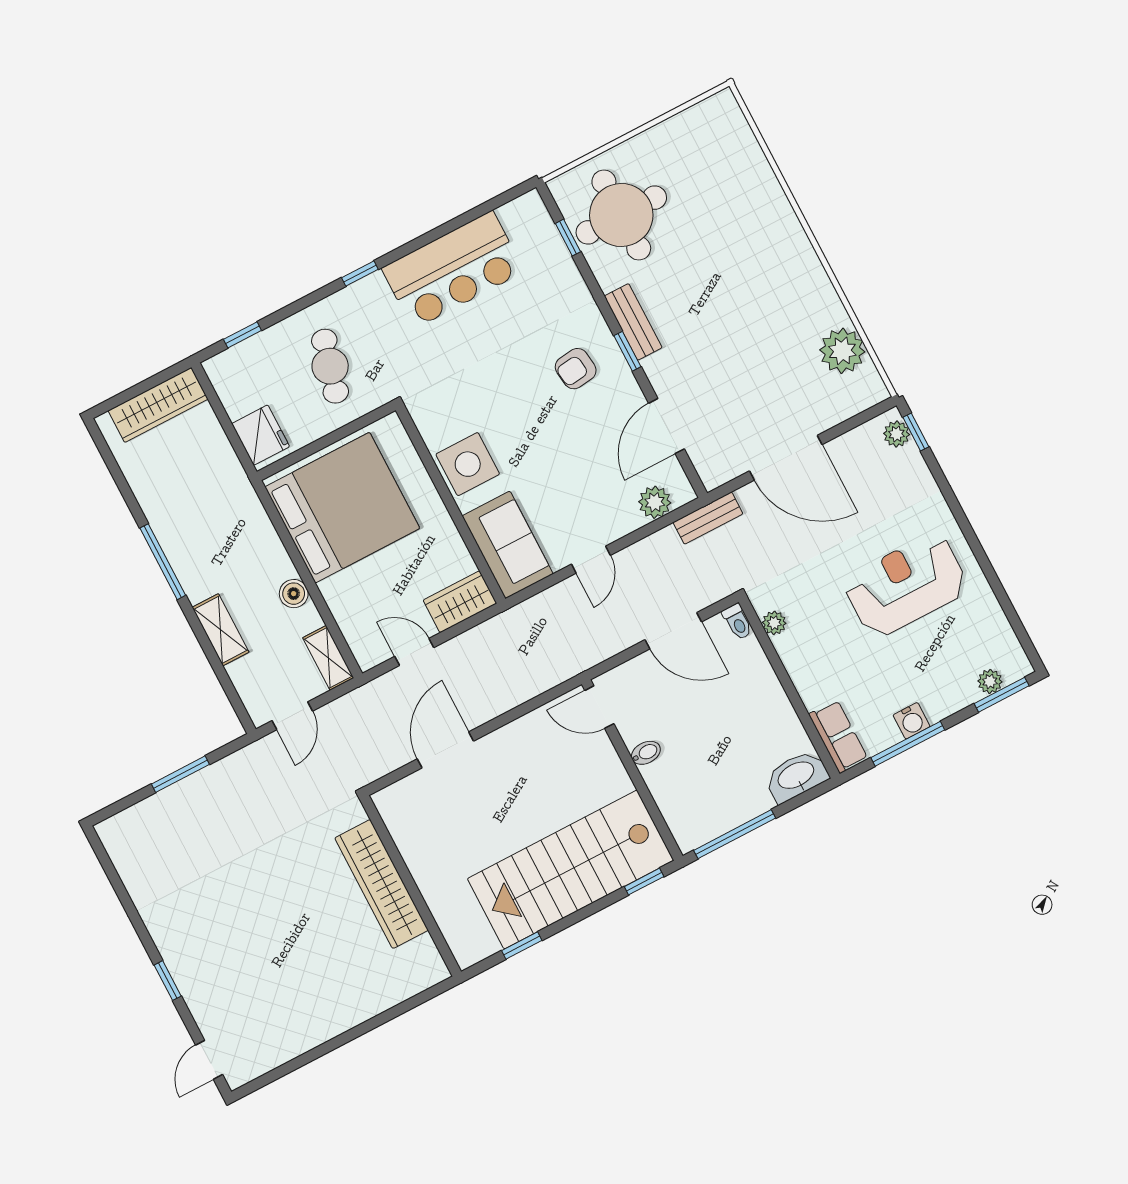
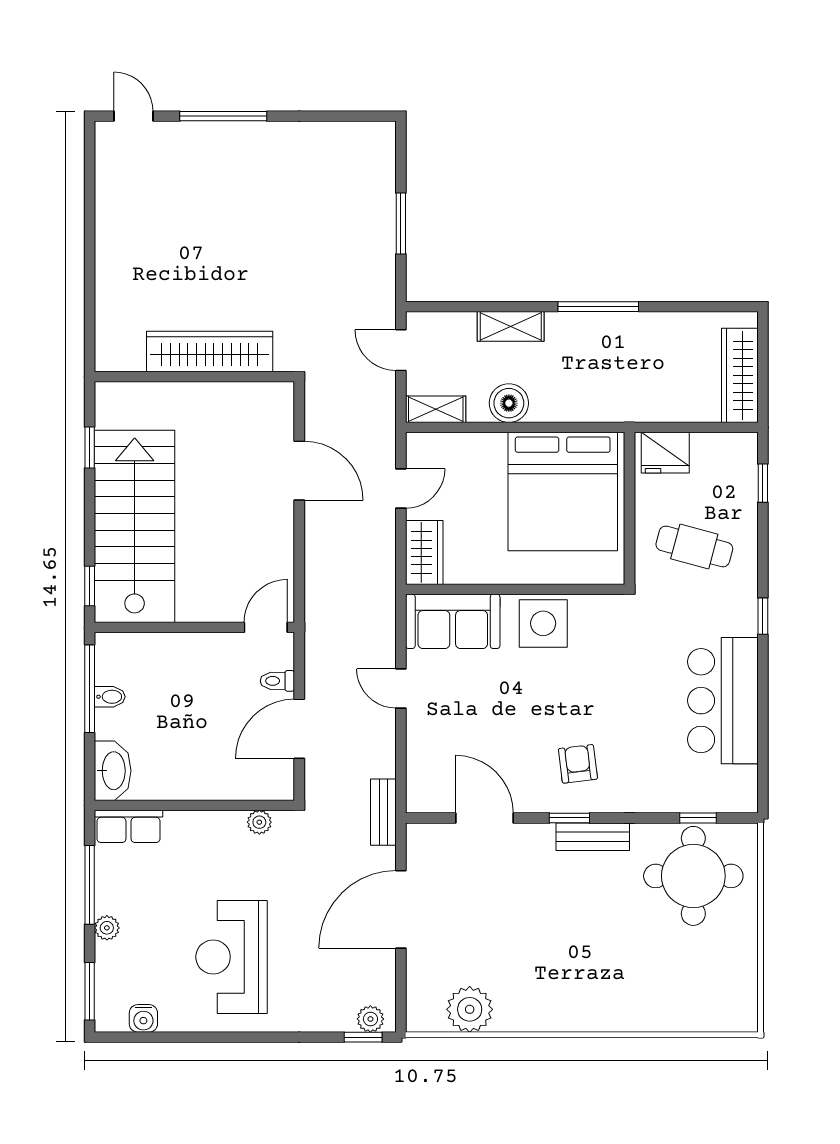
plant: (655, 502) -> (422, 772), removed
reception desk: (906, 585) -> (232, 957), turned 180
boiler: (294, 594) -> (509, 403), width x1.36, depth x1.36
toilet: (737, 622) -> (277, 681), moved
plant: (990, 681) -> (107, 928), moved
water cooler: (912, 721) -> (143, 1018), moved, turned -90
bidet: (646, 753) -> (110, 697), moved, turned -90
window: (168, 981) -> (223, 116), width x2.17

